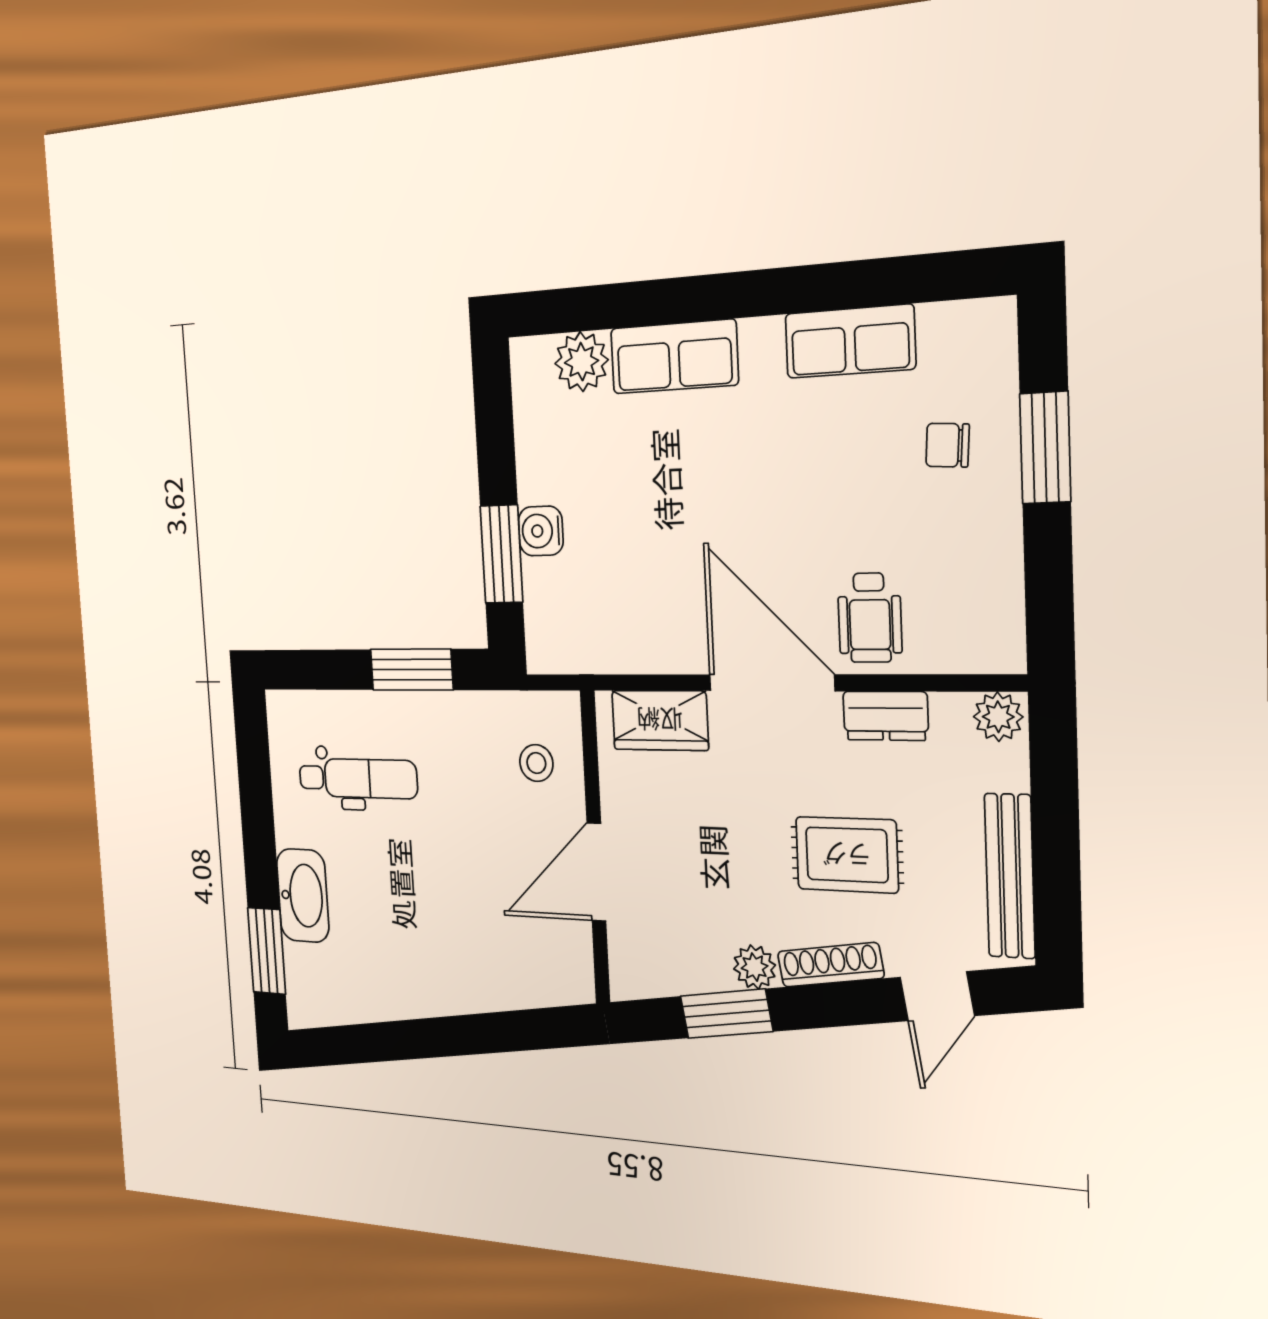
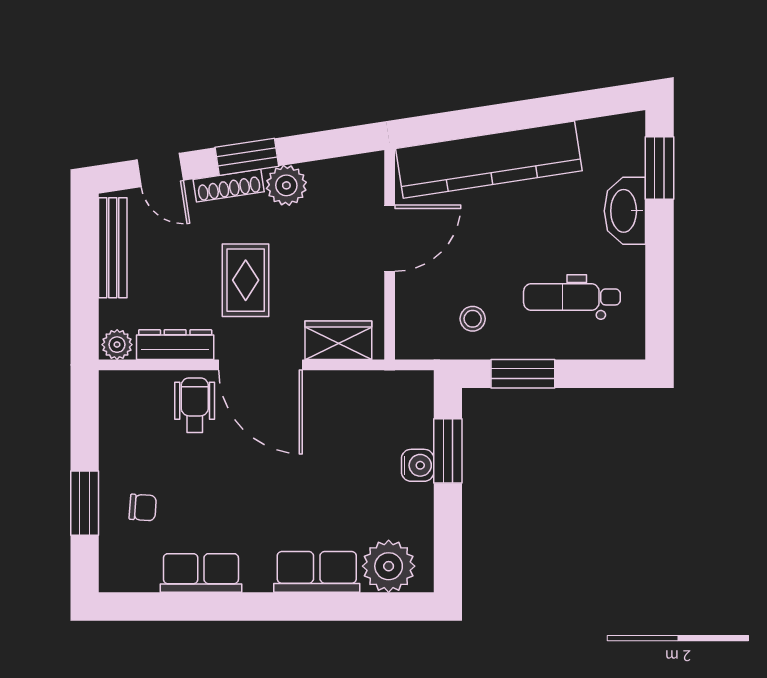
plant: (582, 362) -> (389, 566), width x1.36, depth x1.36
dresser: (886, 716) -> (175, 345), width x1.44
stool: (536, 763) -> (473, 319), moved
rug: (847, 855) -> (246, 280), moved, turned 90
plant: (755, 967) -> (286, 185), width x1.38, depth x1.38
kitchen counter: (472, 978) -> (489, 160), added
door: (937, 996) -> (160, 170), swing flipped
window: (726, 1014) -> (247, 157), moved

